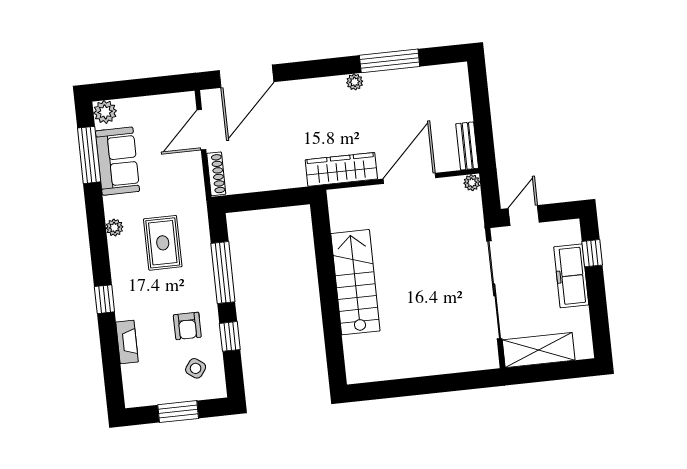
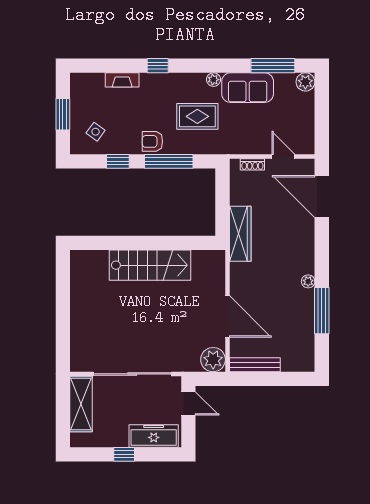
door: (201, 130) -> (283, 157), width x0.73
bench: (467, 146) -> (255, 365), width x1.36
sofa: (118, 161) -> (248, 88), moved
wardrobe: (341, 169) -> (240, 234), moved
shoe rack: (216, 174) -> (252, 164), width x0.70
plant: (472, 183) -> (213, 360), width x1.88, depth x1.88
window: (592, 253) -> (124, 454), moved
freezer: (571, 276) -> (154, 436), moved
armchair: (187, 326) -> (152, 141), moved

